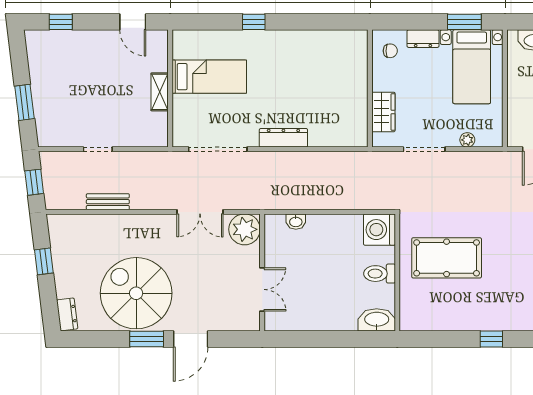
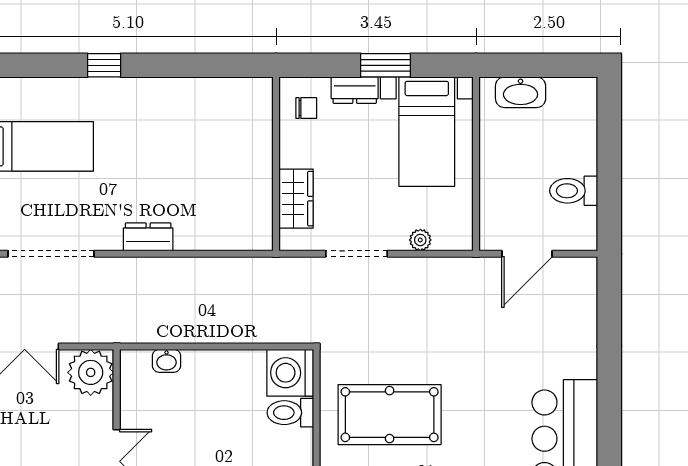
window: (464, 22) -> (385, 65), moved
dresser: (283, 138) -> (148, 237), width x0.70
toilet: (380, 274) -> (290, 413), moved

